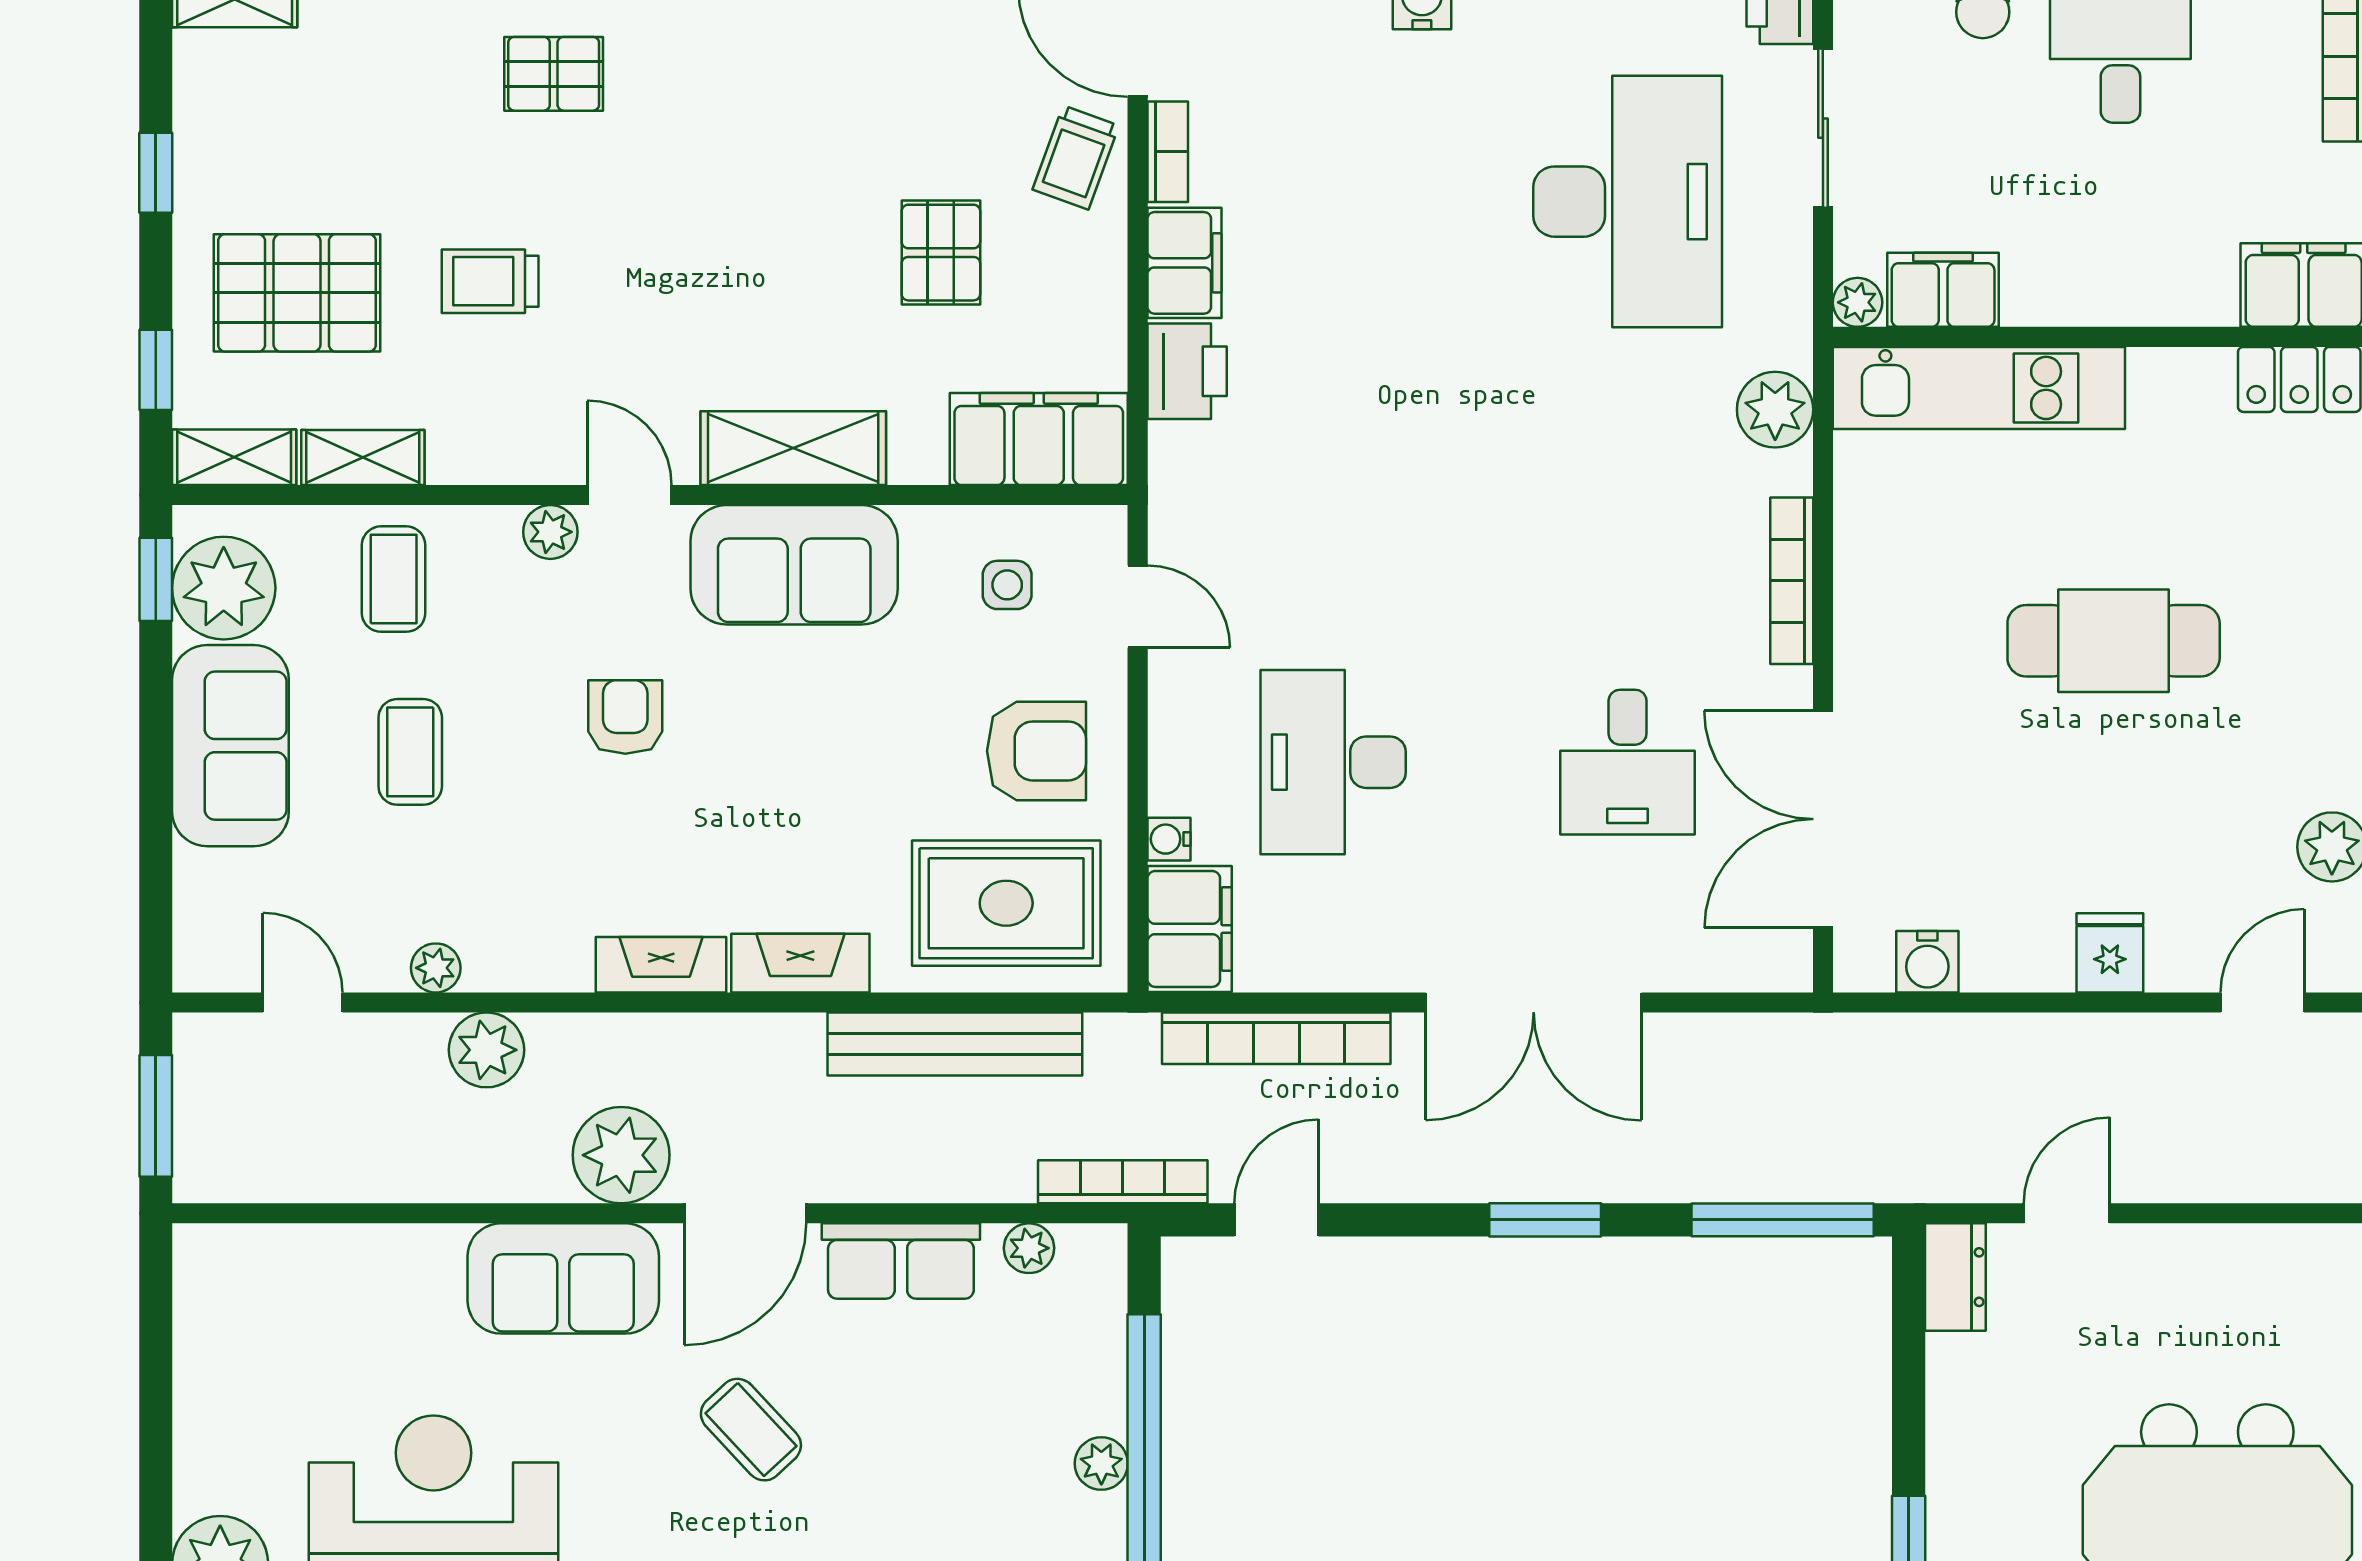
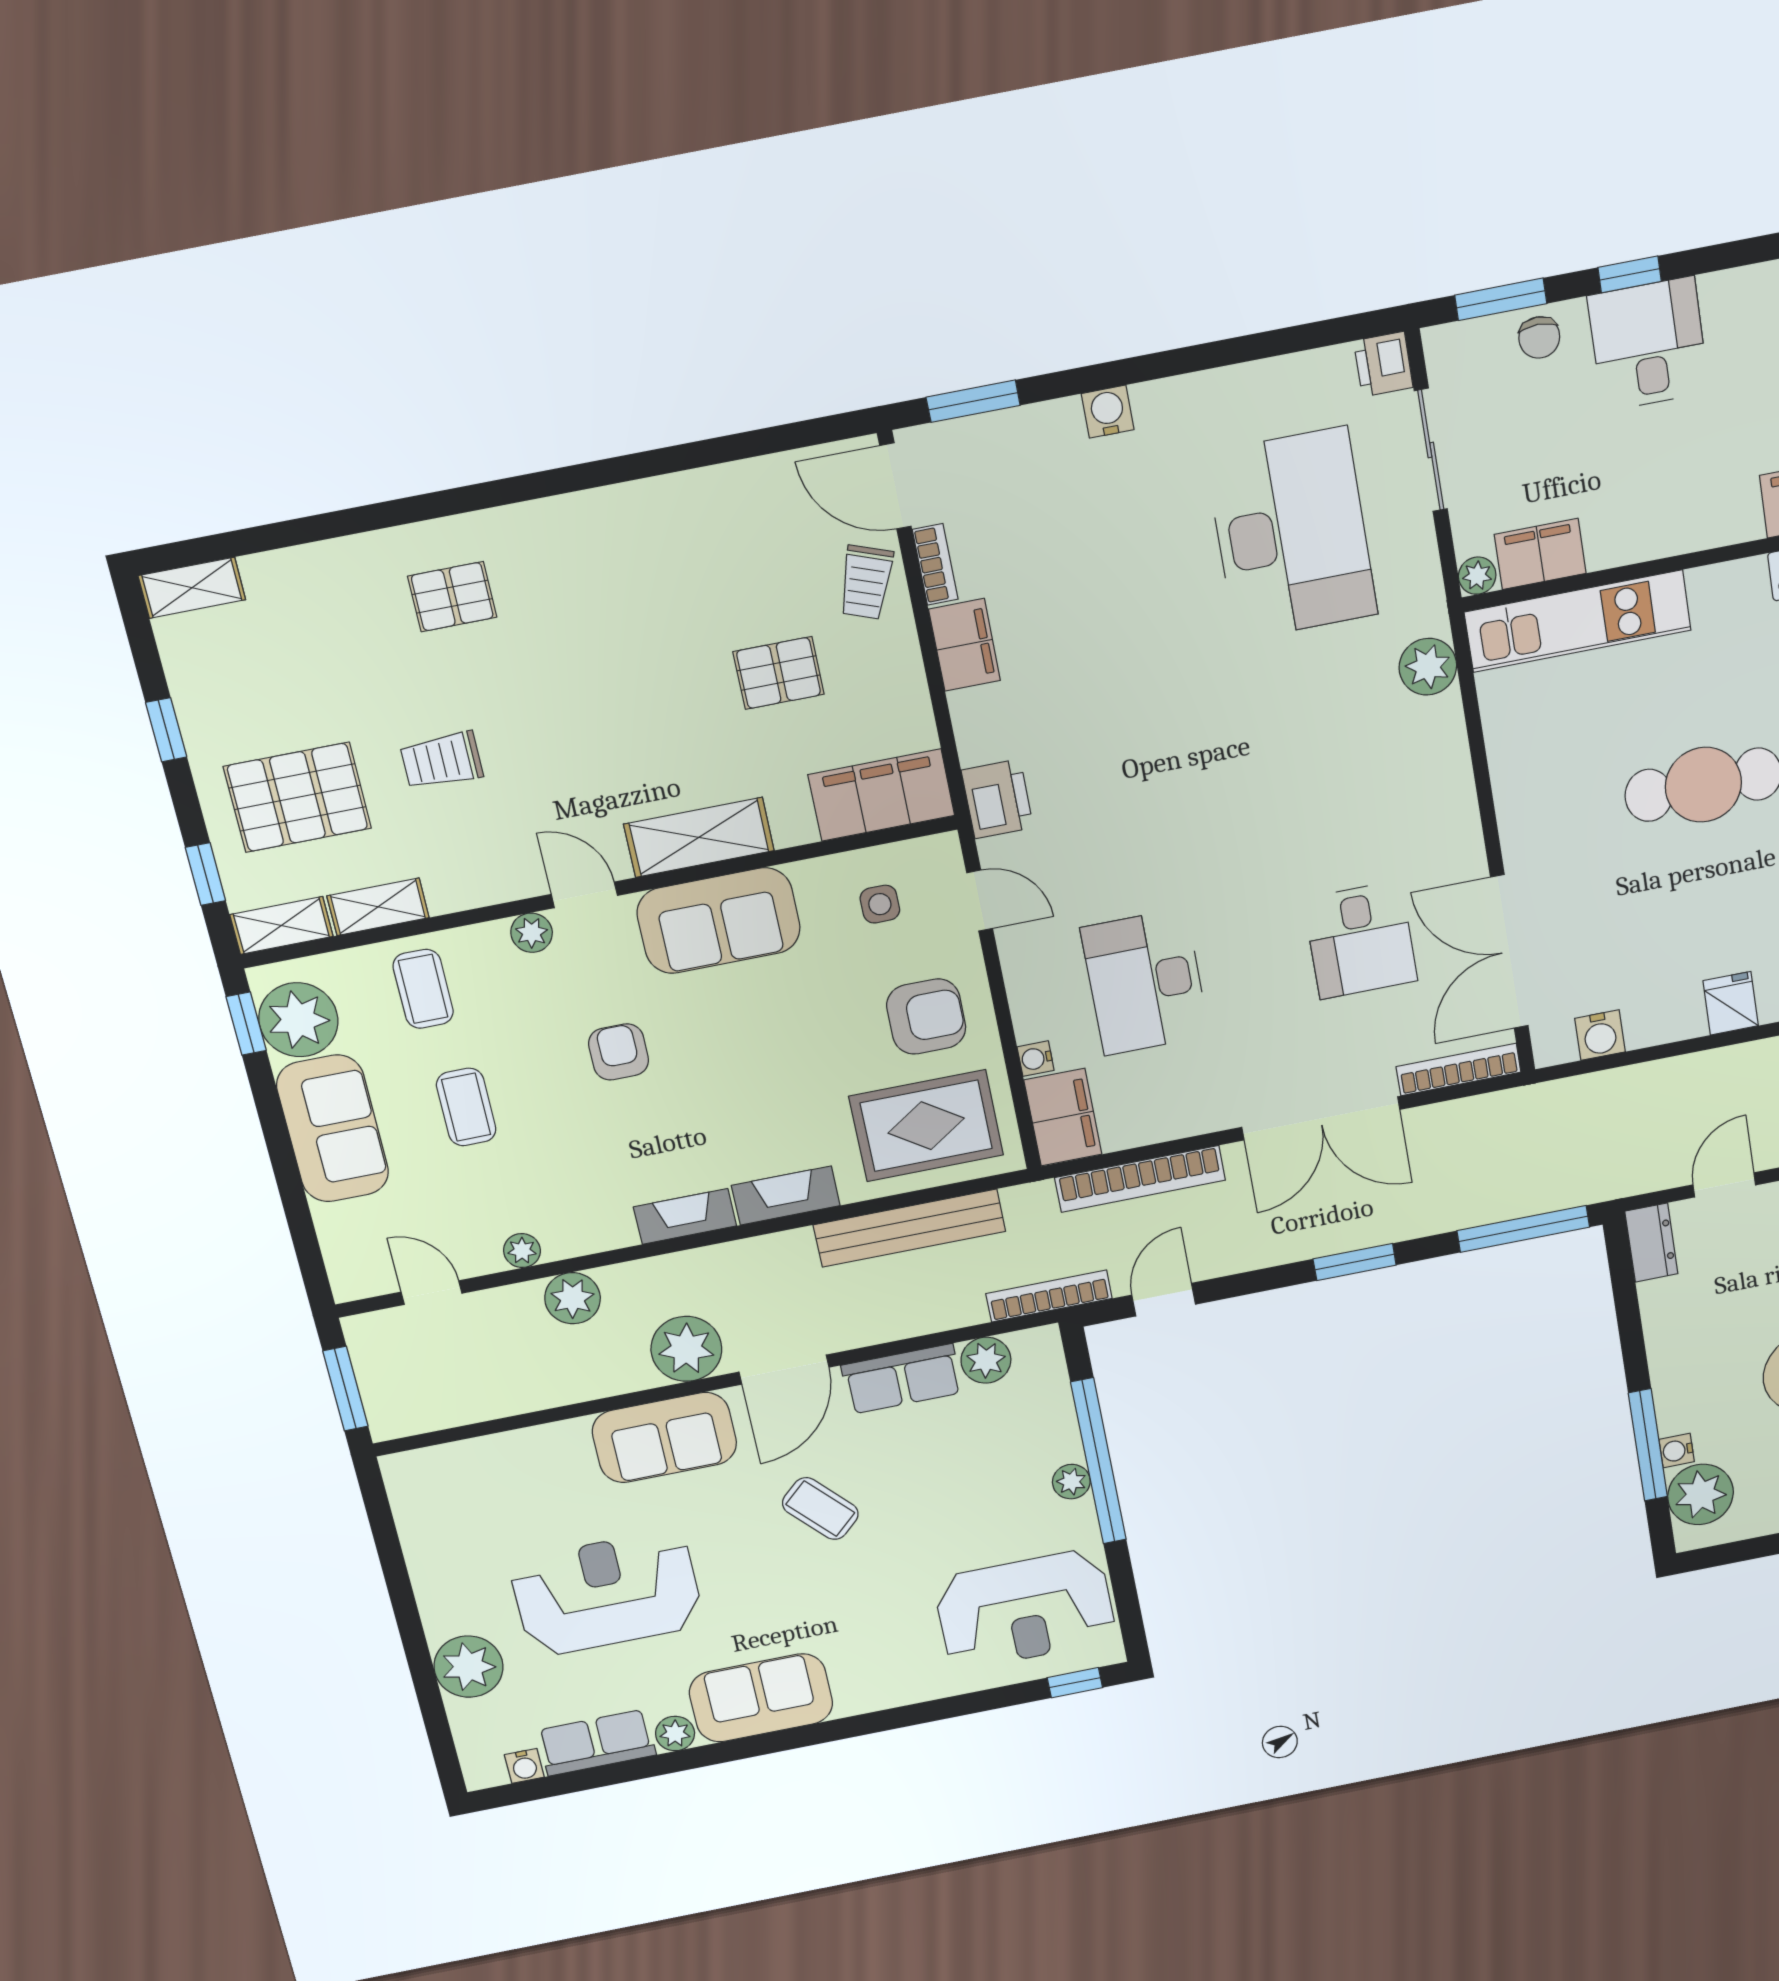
pallet: (941, 253) -> (779, 673), turned 90
printer: (1187, 371) -> (997, 799), moved
bookcase: (1792, 581) -> (1459, 1069), moved, turned 90
plant: (1029, 1248) -> (986, 1360), width x1.38, depth x1.38

